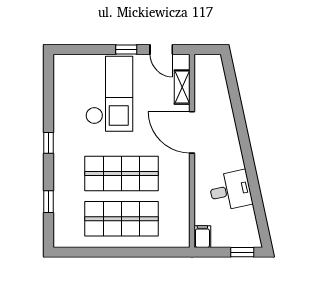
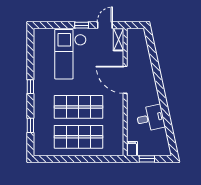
door: (161, 50) -> (105, 25), swing flipped
shelving: (182, 87) -> (118, 39), moved
checkout: (109, 94) -> (70, 54), turned 180
window: (242, 252) -> (147, 159), moved

